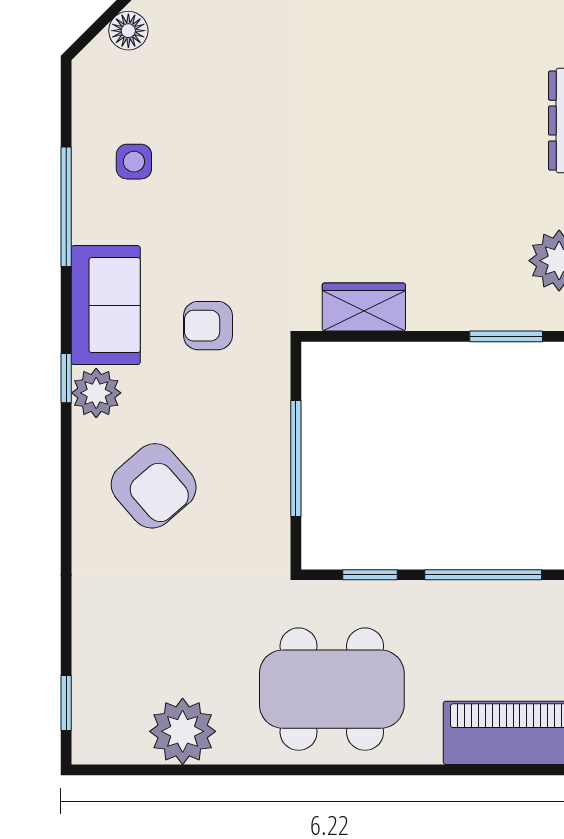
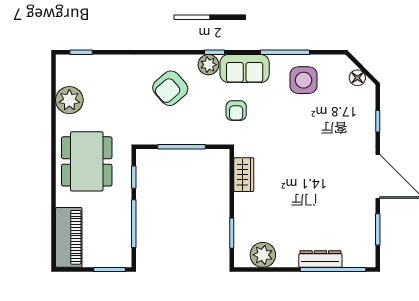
side table: (134, 162) -> (304, 80), width x1.87, depth x1.87
armchair: (208, 326) -> (236, 111), turned 180

